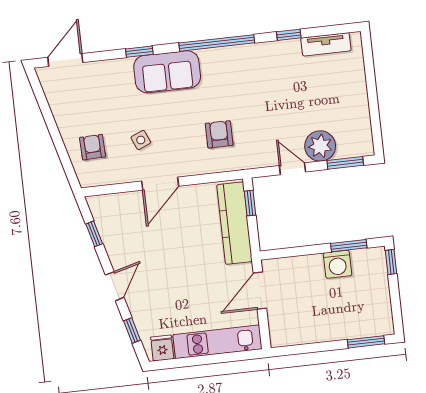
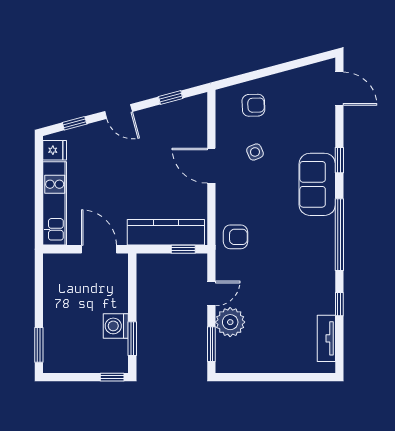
armchair: (219, 134) -> (236, 237), moved

